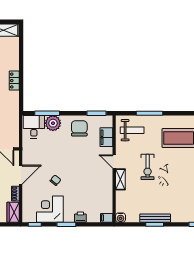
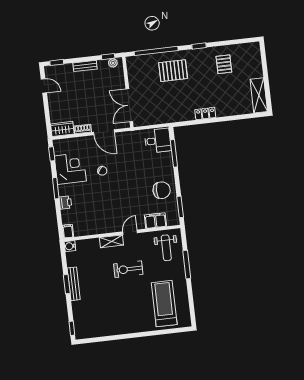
plant: (53, 123) -> (164, 161), removed

